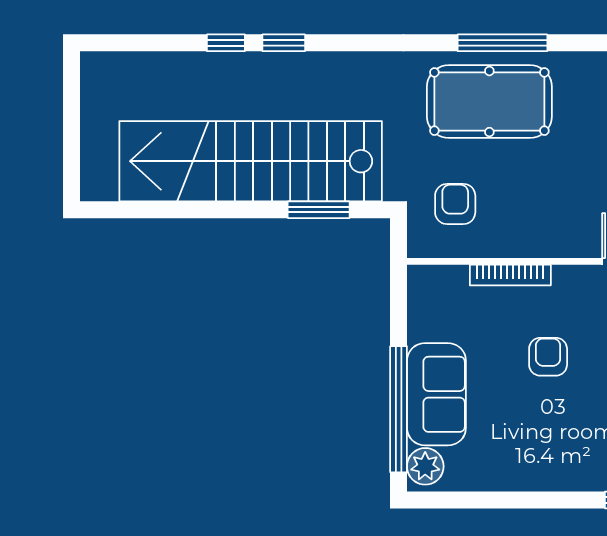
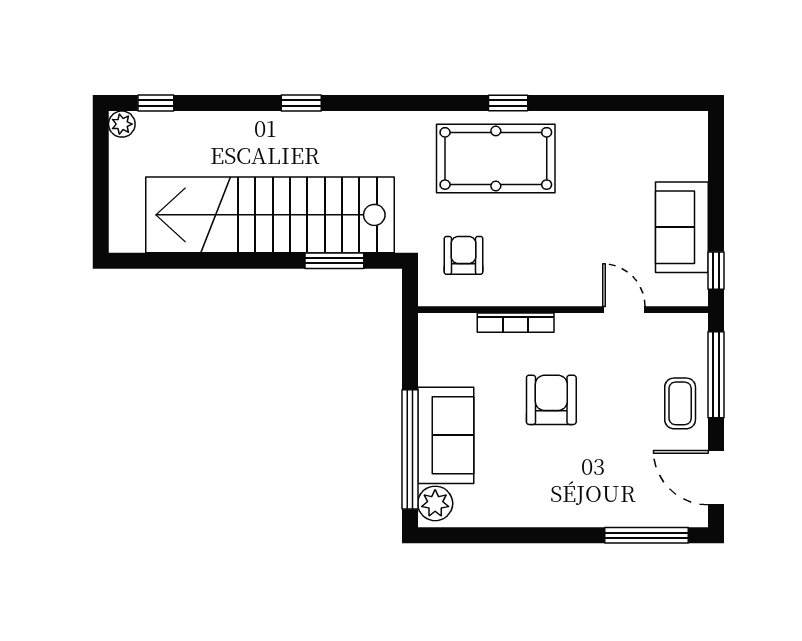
window: (226, 43) -> (156, 103), moved
window: (502, 43) -> (508, 103), width x0.46
plant: (94, 65) -> (122, 124), added
armchair: (548, 357) -> (551, 400), width x1.38, depth x1.38

